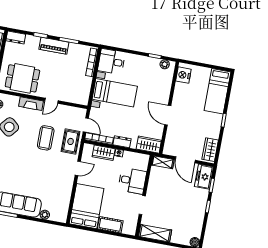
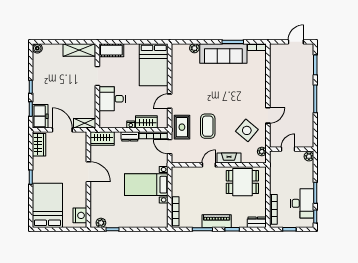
desk: (111, 62) -> (155, 216), removed
bed: (217, 91) -> (47, 205), width x1.50
cot: (110, 225) -> (111, 50), moved

